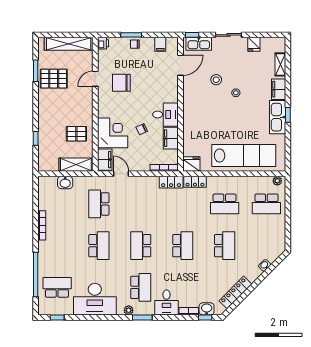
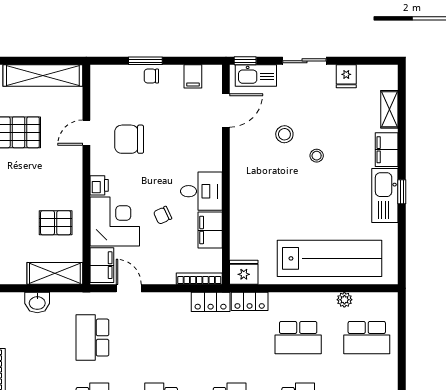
printer: (103, 43) -> (99, 185), moved
plant: (277, 181) -> (344, 300), moved

